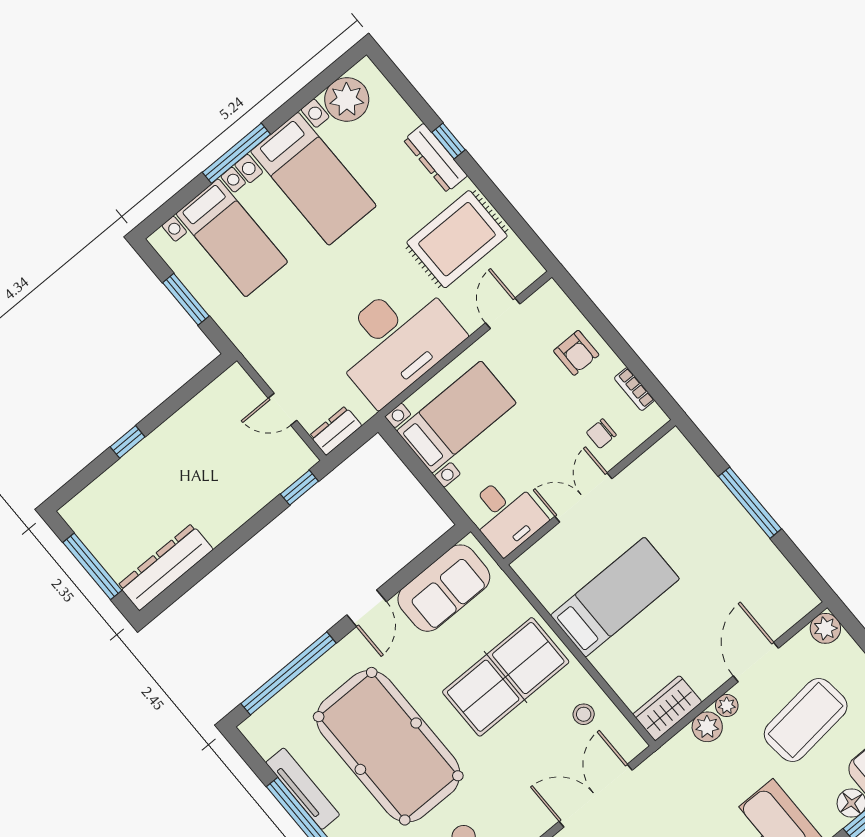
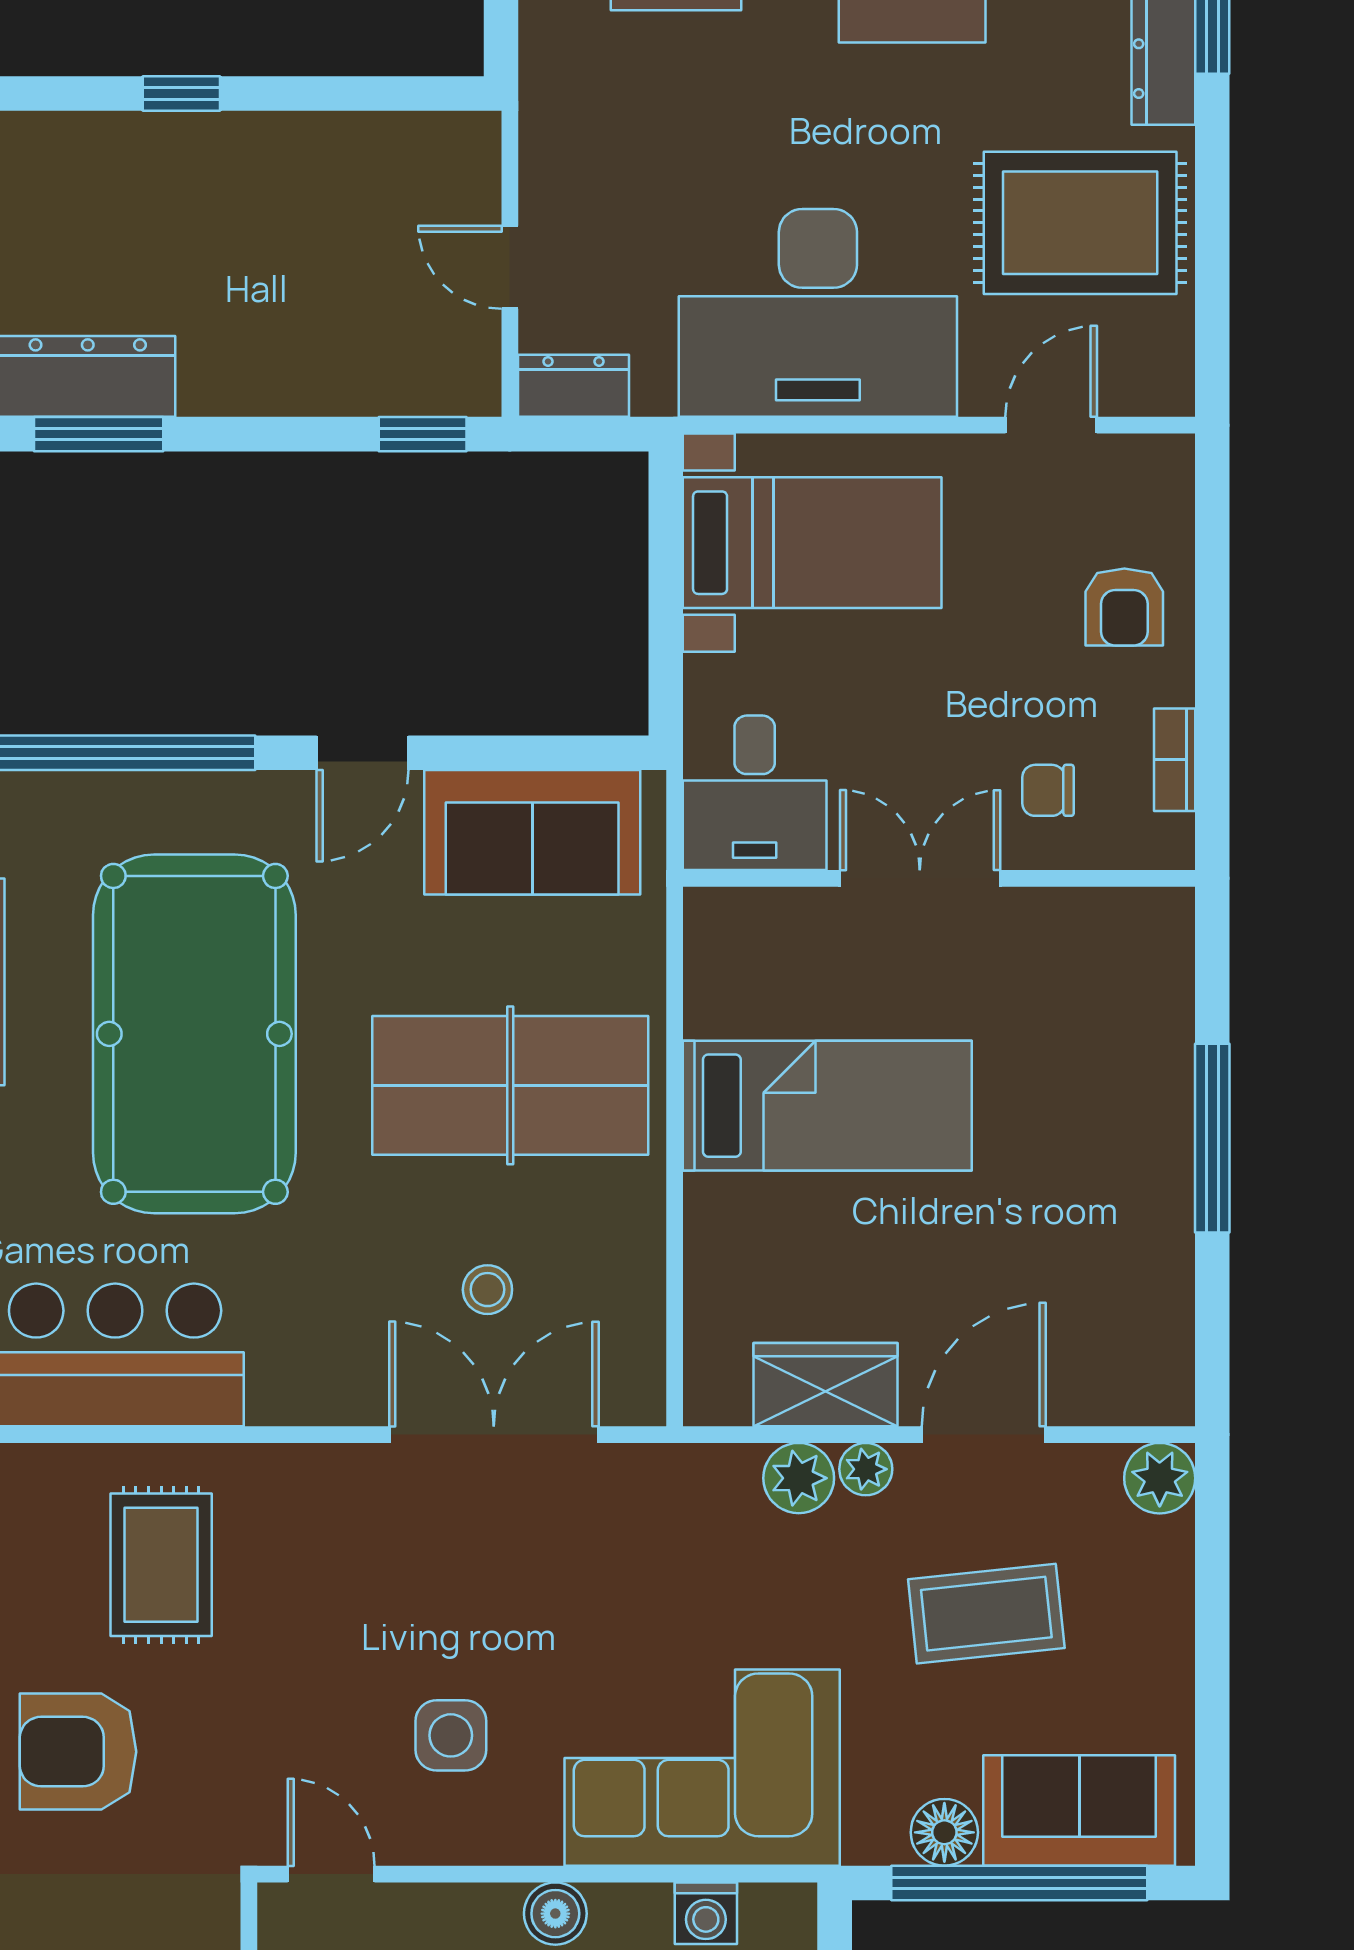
window: (193, 576) -> (99, 434), added
wardrobe: (667, 708) -> (825, 1385), moved
stool: (584, 714) -> (487, 1290), moved
coffee table: (806, 720) -> (986, 1614), width x0.73, depth x0.76

